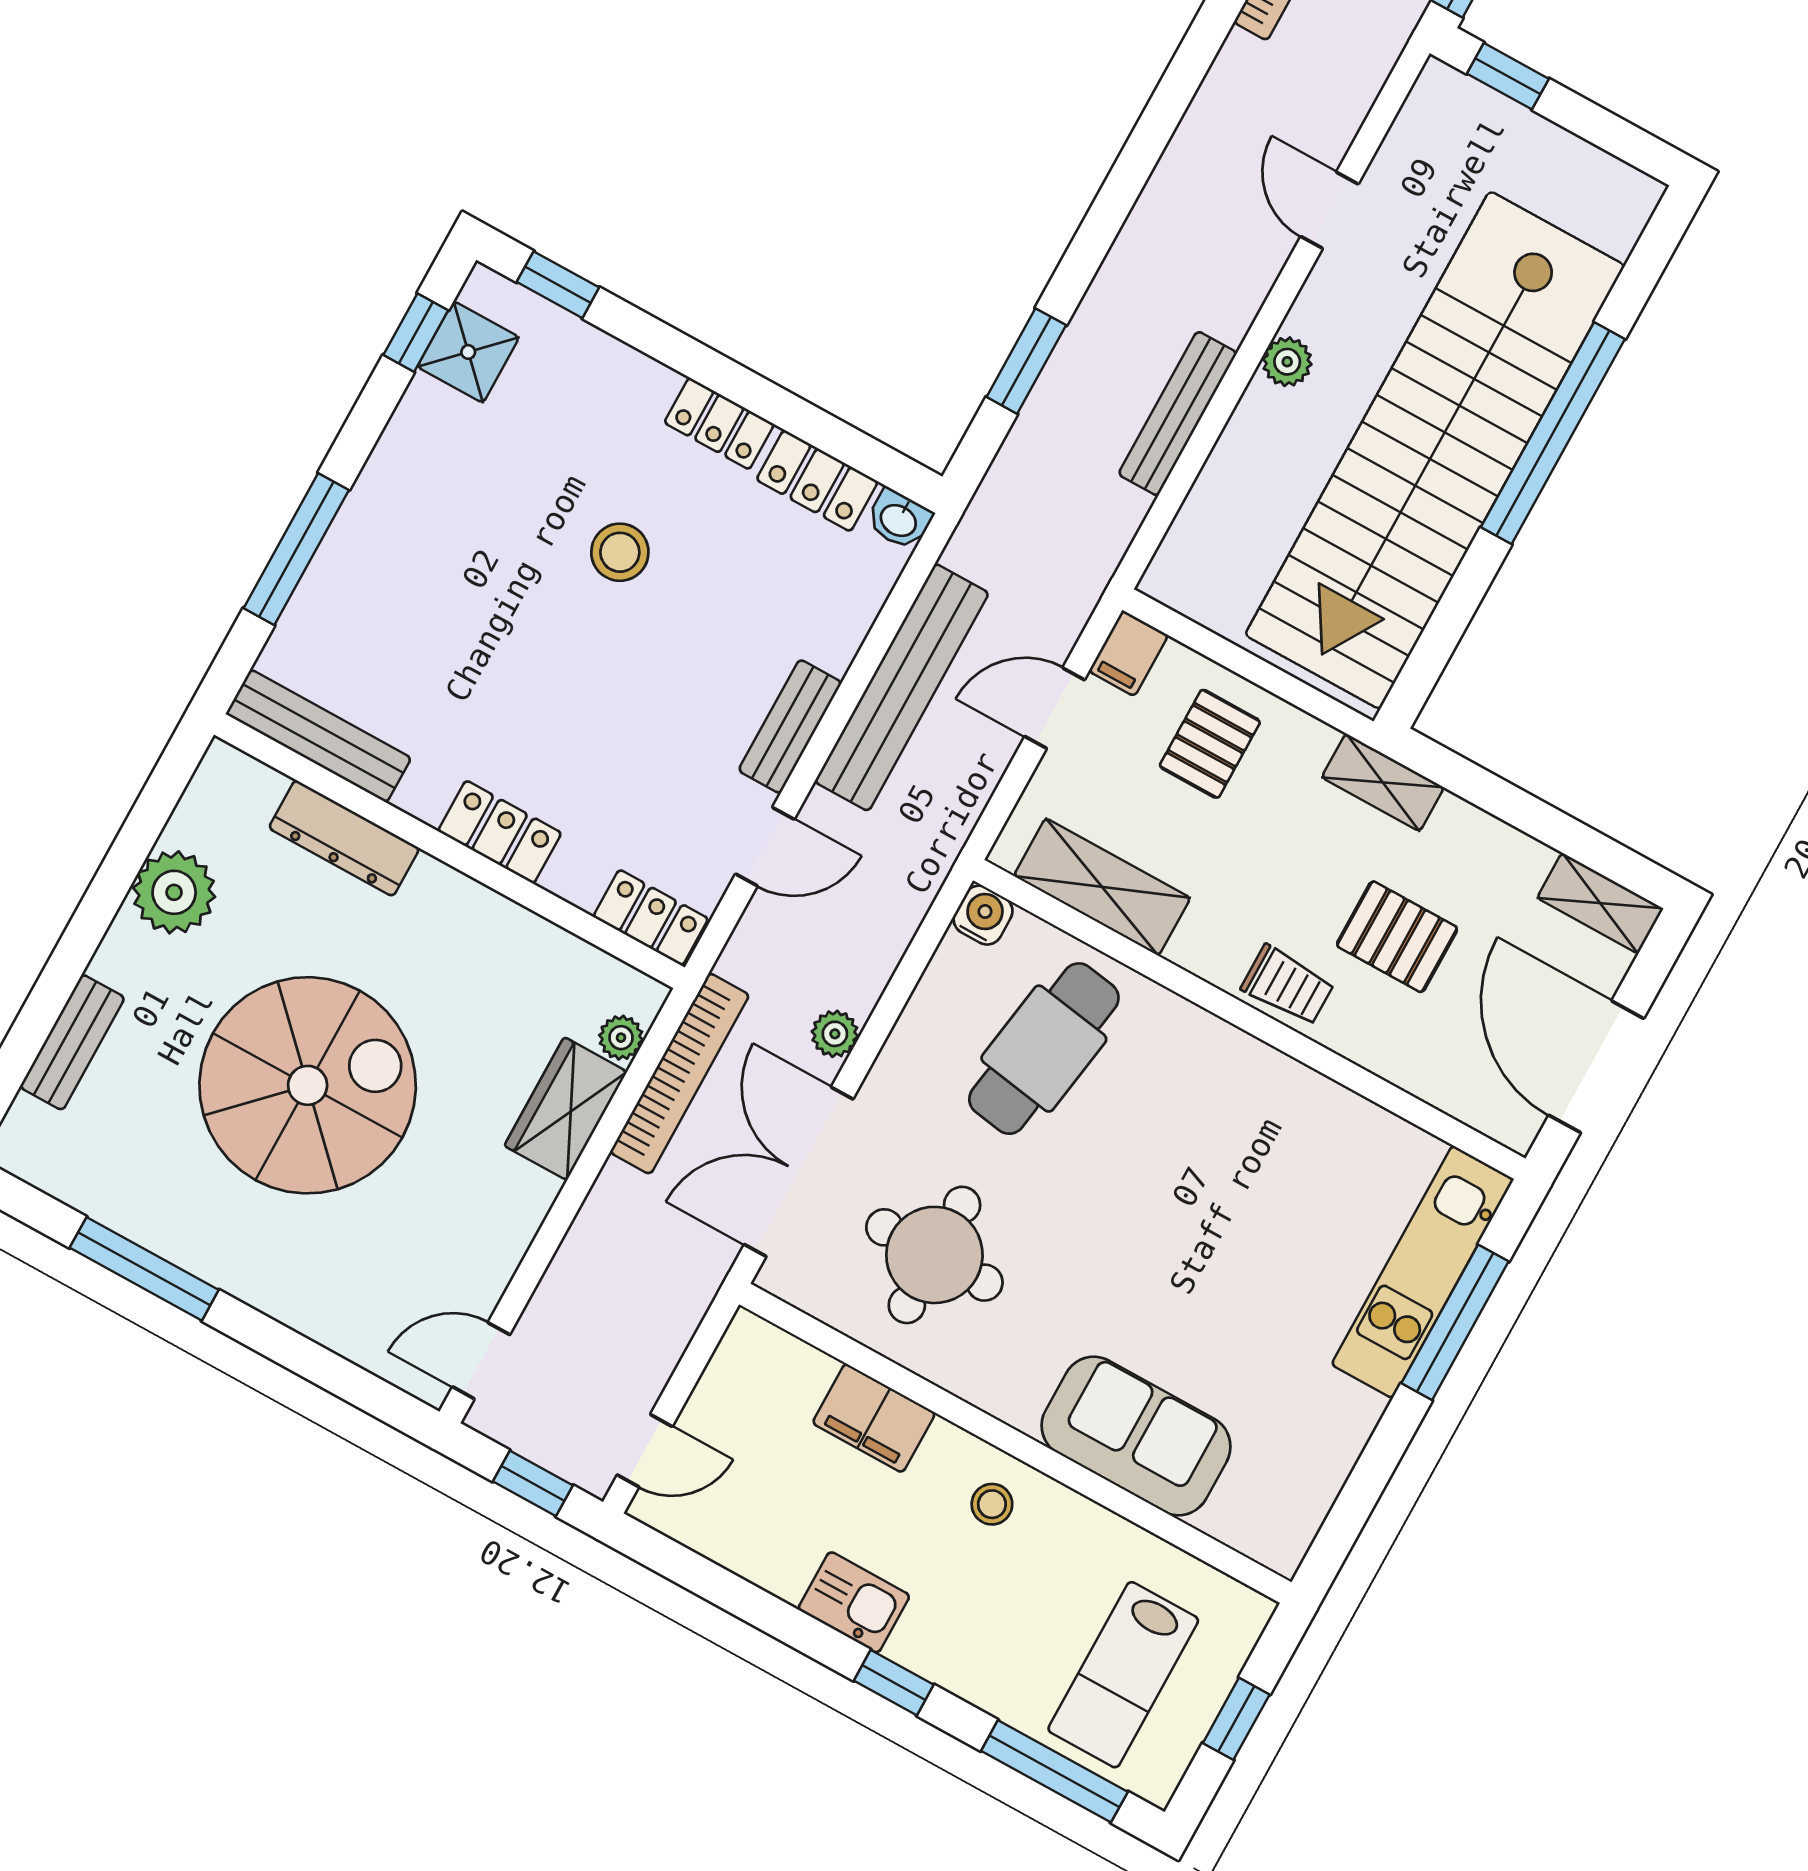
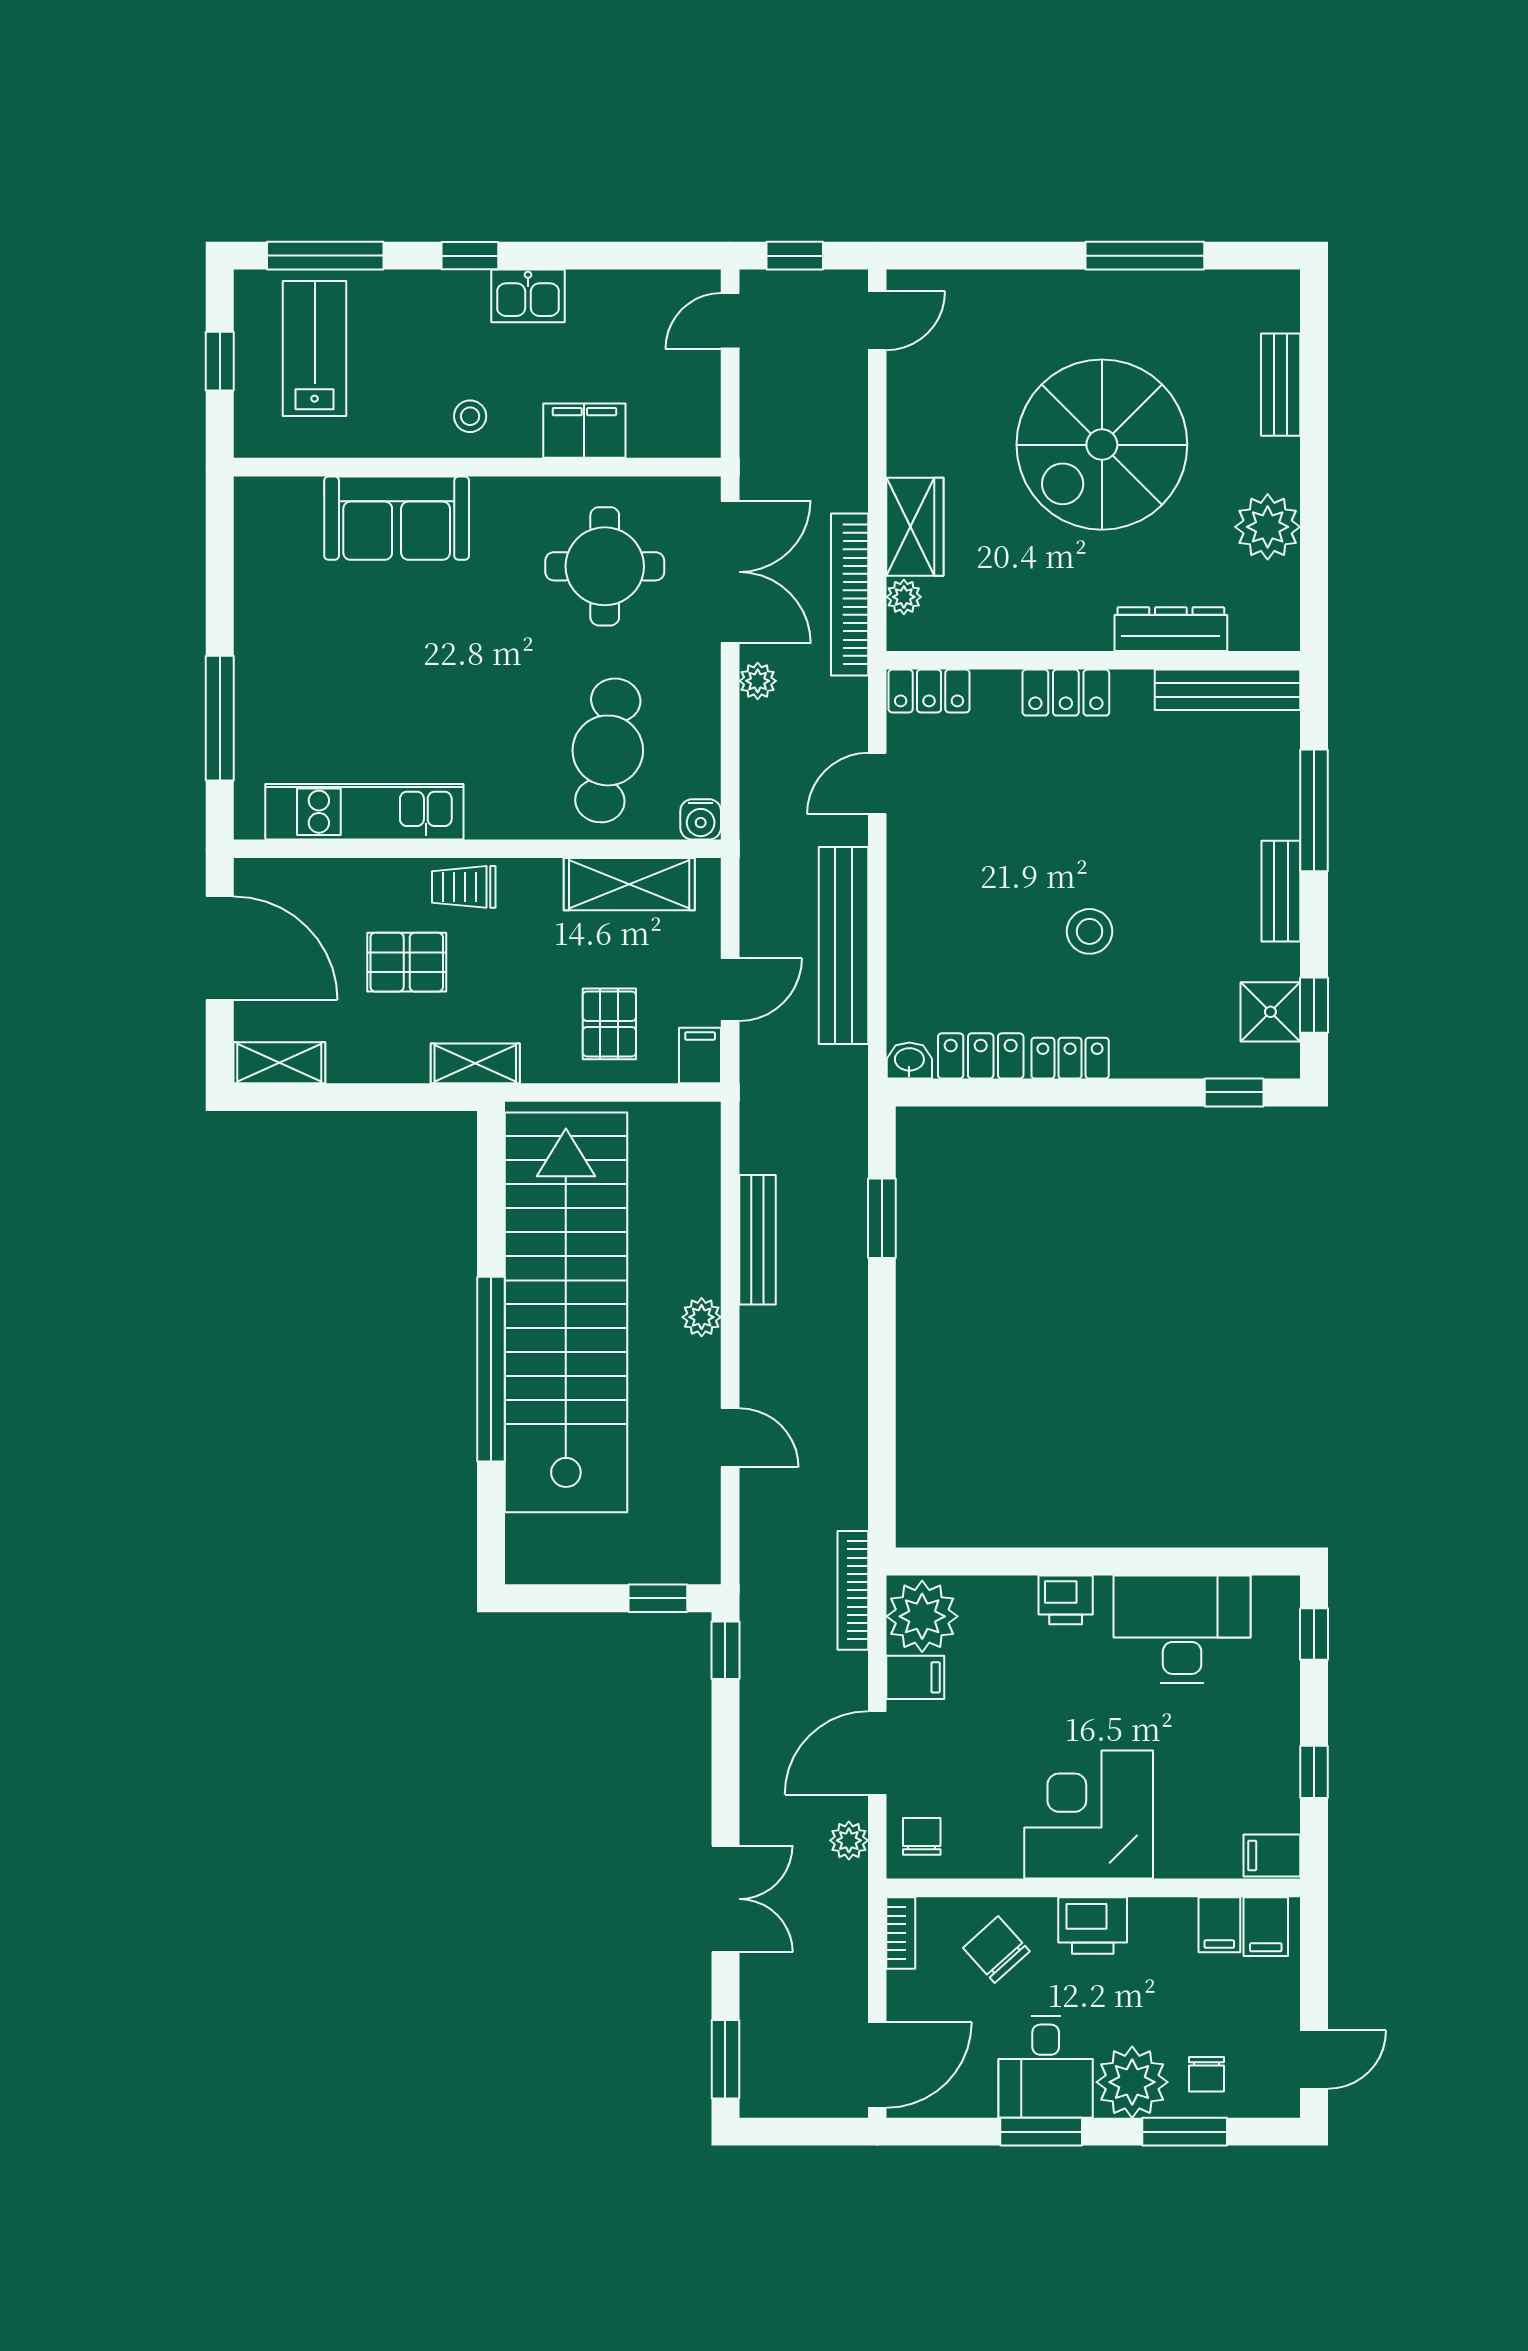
bench: (790, 726) -> (1281, 891), moved
kitchen unit: (1423, 1272) -> (364, 812), moved, turned -90

